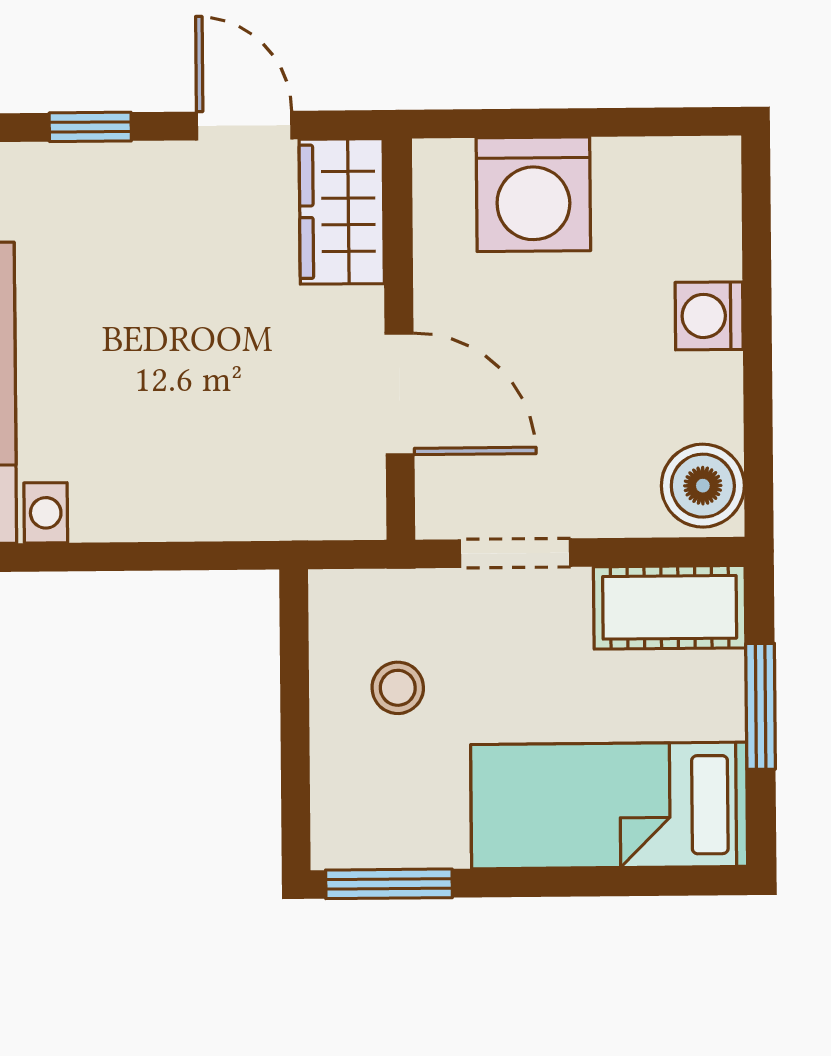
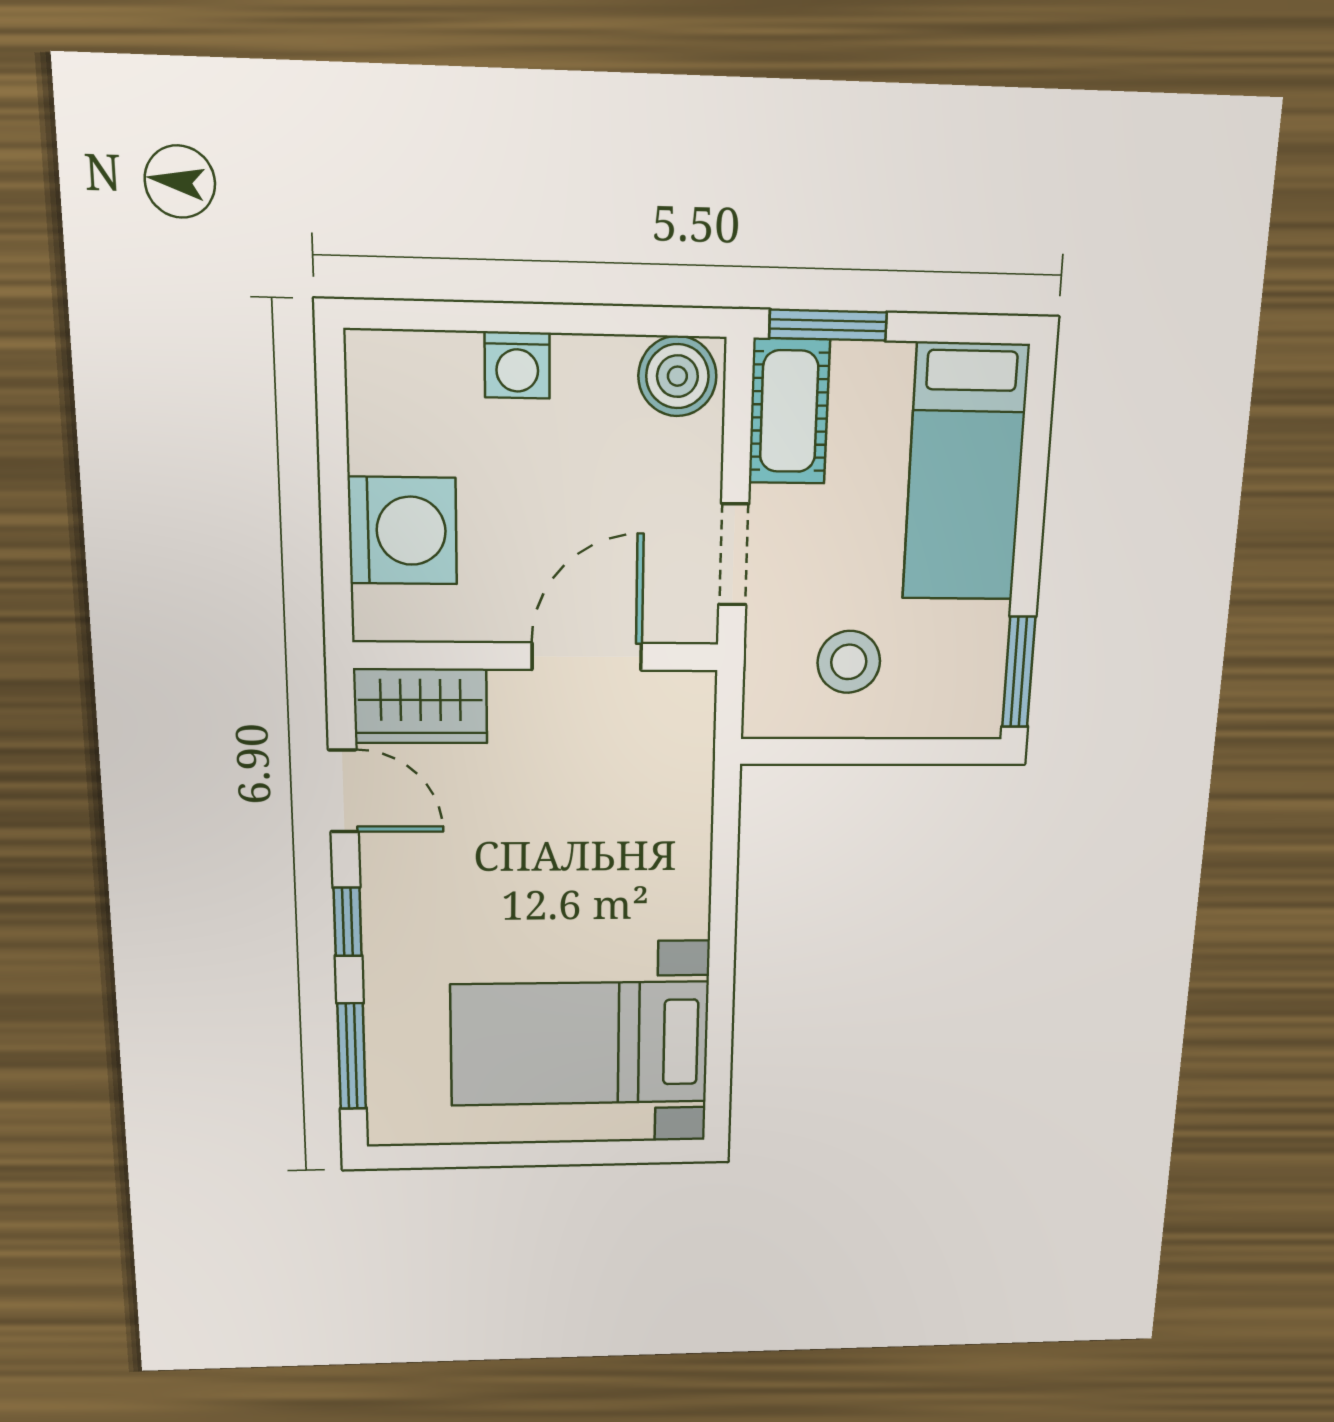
door: (244, 126) -> (343, 791), swing flipped
stool: (398, 688) -> (849, 662), width x1.37, depth x1.37
window: (761, 706) -> (828, 325), moved

